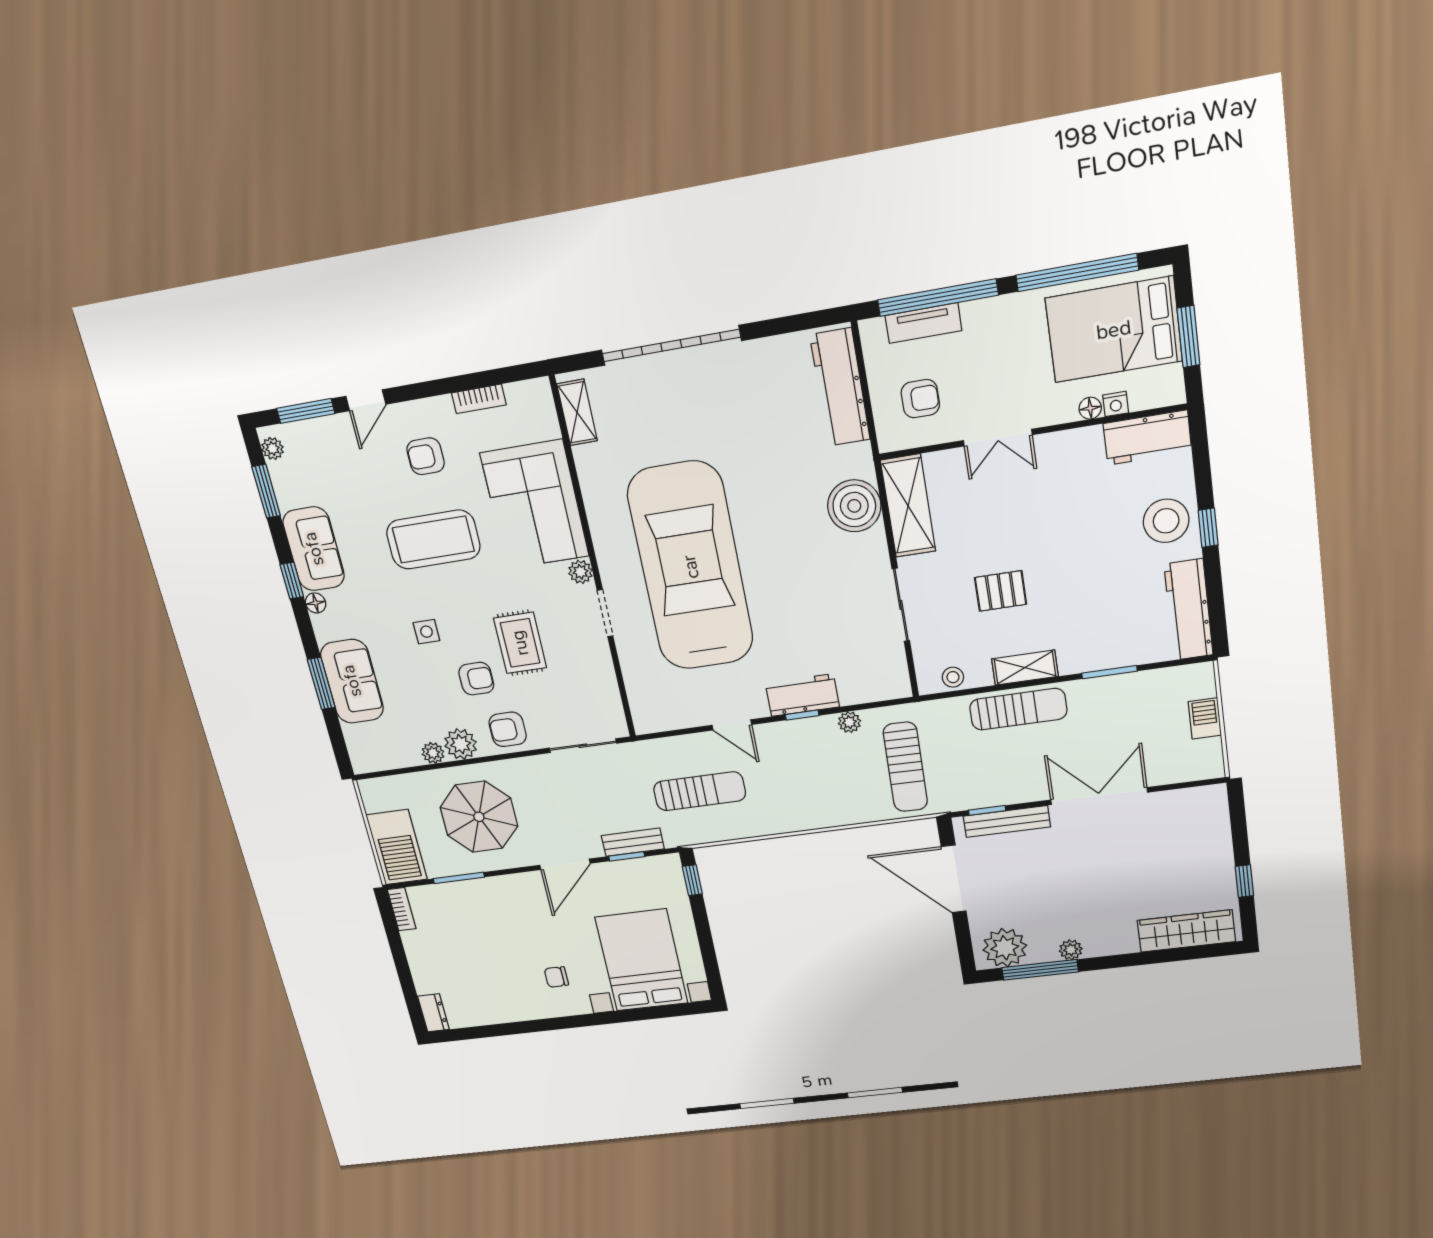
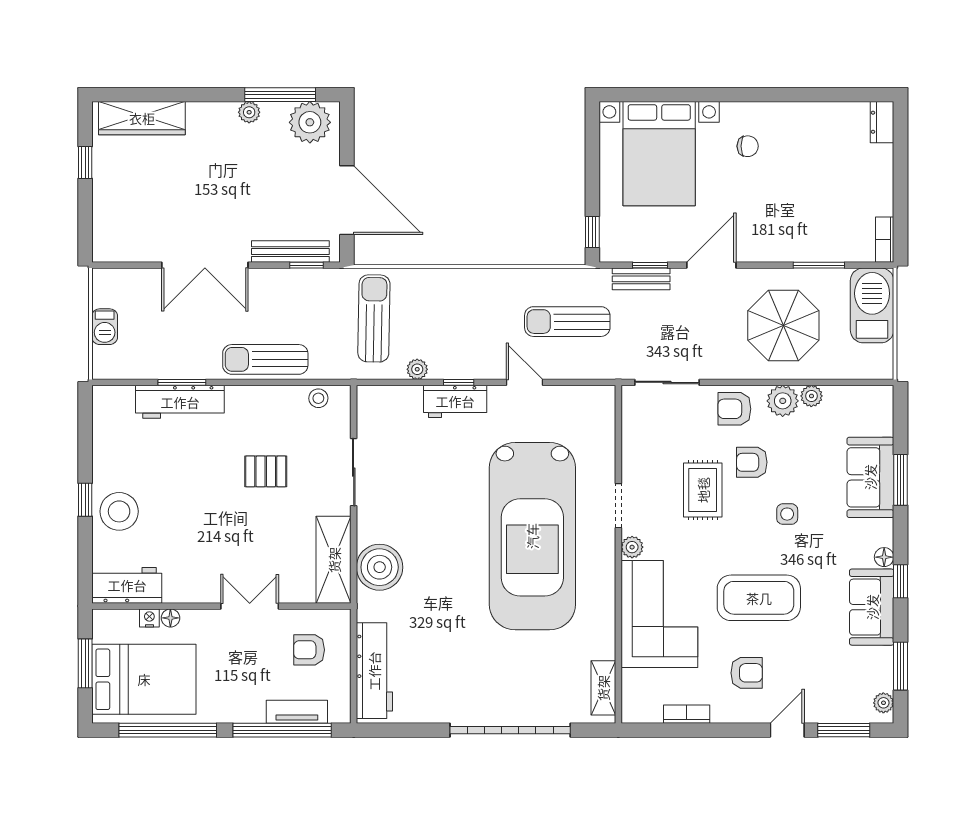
workbench: (1189, 610) -> (180, 402), moved, turned 90
shelving: (1025, 668) -> (254, 398), removed
armchair: (508, 729) -> (734, 409), turned 180

